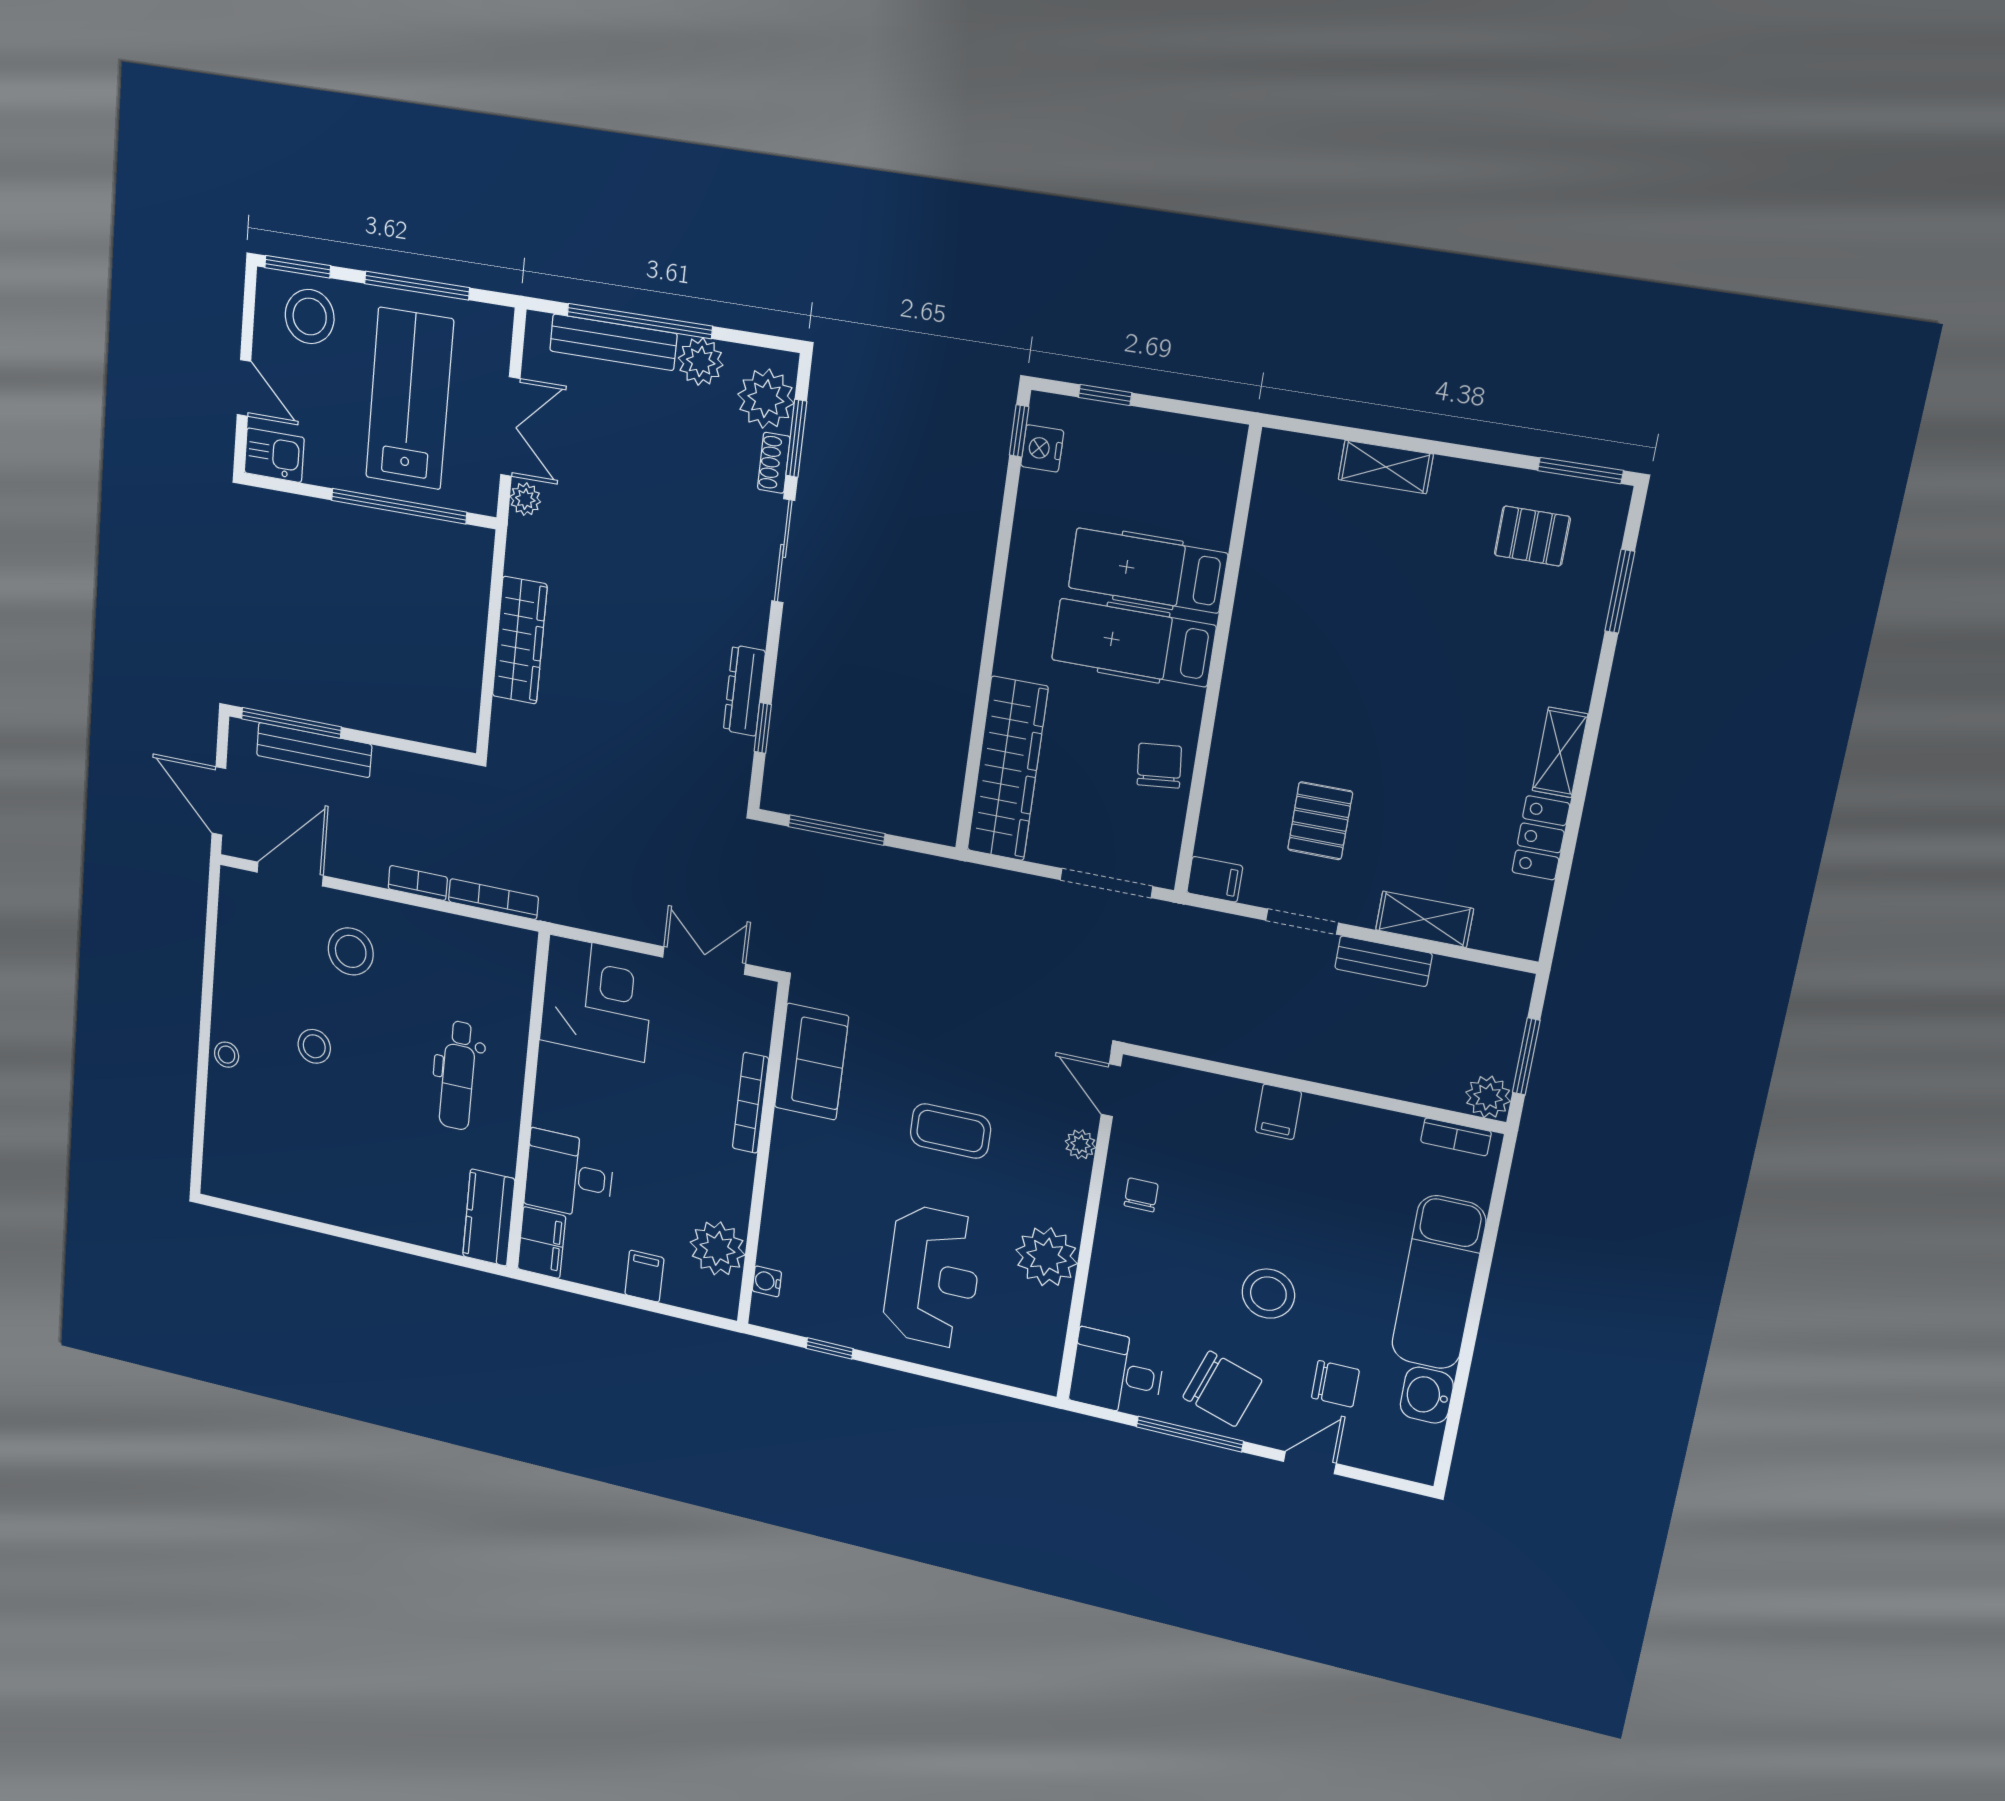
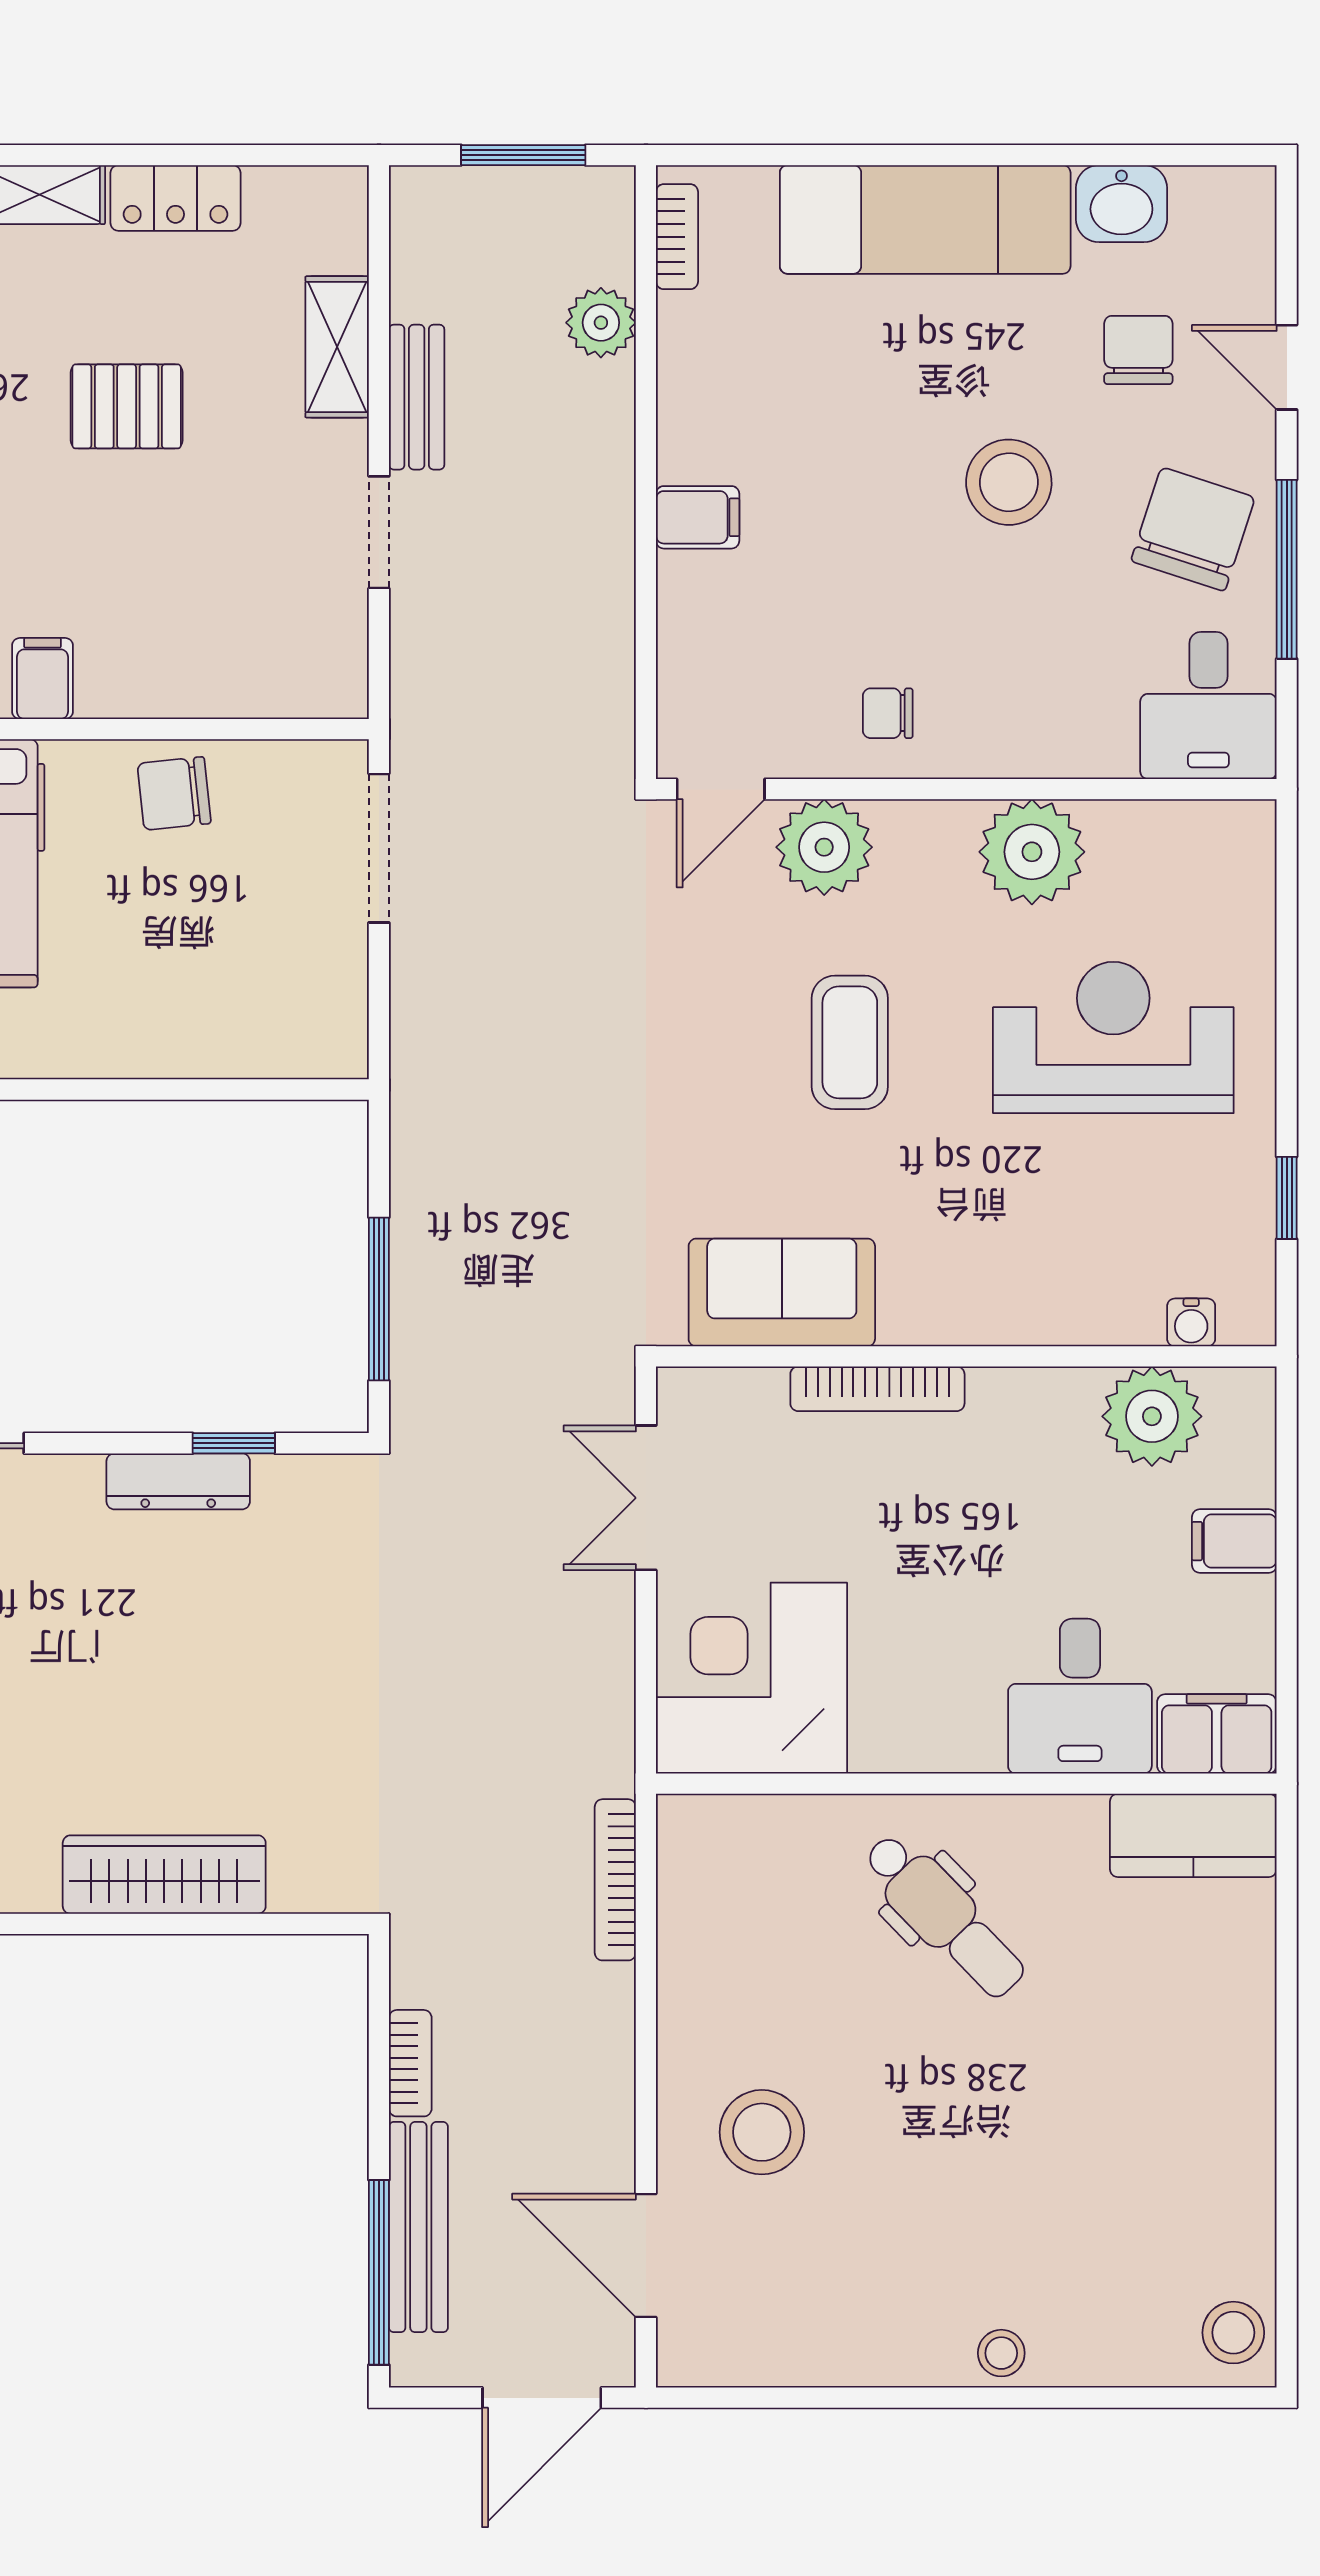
wardrobe: (1008, 769) -> (225, 1033), removed
pallet: (1320, 821) -> (127, 406), moved
filing cabinet: (1215, 879) -> (42, 678), moved
bookcase: (418, 883) -> (410, 2063), moved, turned 180
stool: (314, 1046) -> (1233, 2333), moved
dental chair: (458, 1075) -> (944, 1916), turned 46
plant: (1488, 1097) -> (601, 323), moved
plant: (1080, 1144) -> (824, 847), width x1.88, depth x1.88

